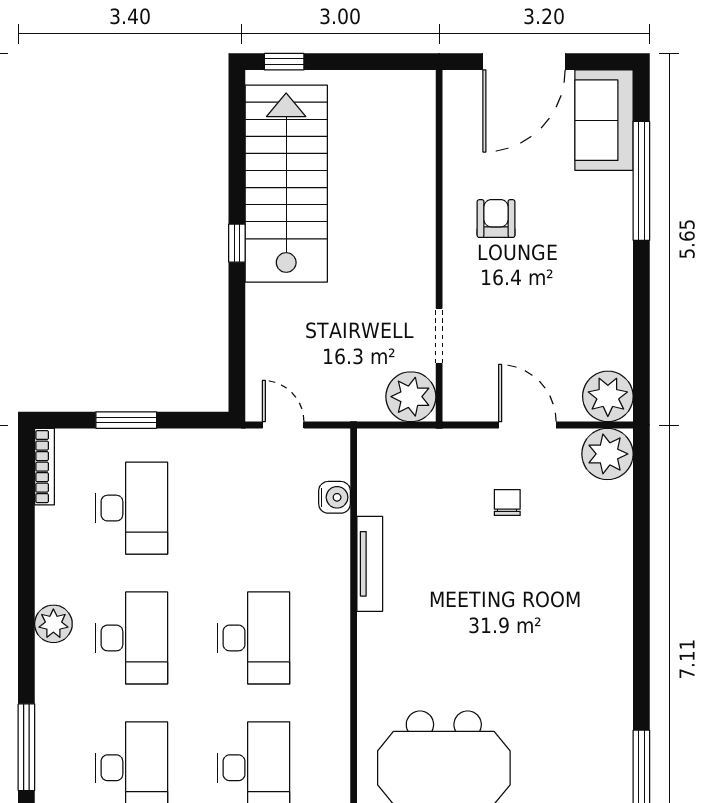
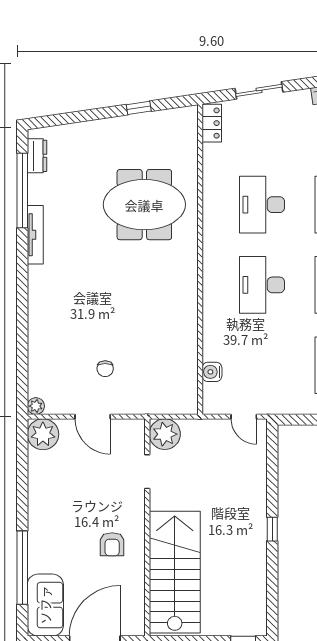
stairs: (286, 184) -> (175, 572), moved, turned 180
plant: (607, 454) -> (36, 406), width x0.53, depth x0.53
tv unit: (370, 564) -> (35, 235), moved, turned 180

